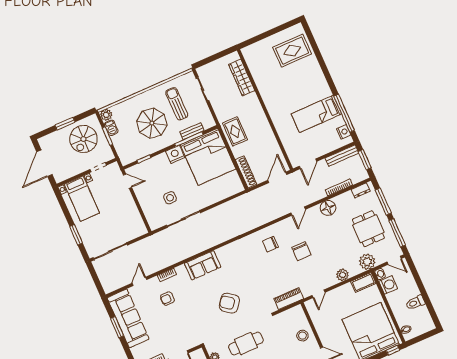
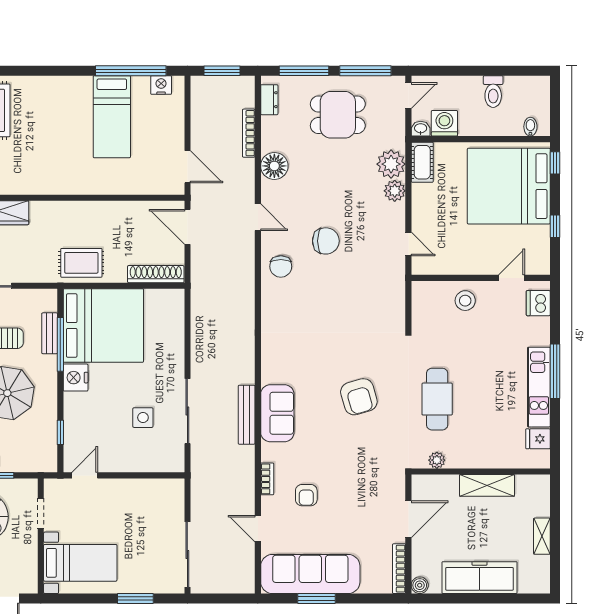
bench: (342, 156) -> (247, 415), moved
chair: (270, 244) -> (281, 266), moved
plant: (367, 262) -> (391, 164), moved
piano: (289, 299) -> (394, 296), removed
armchair: (229, 303) -> (359, 397), turned -53

